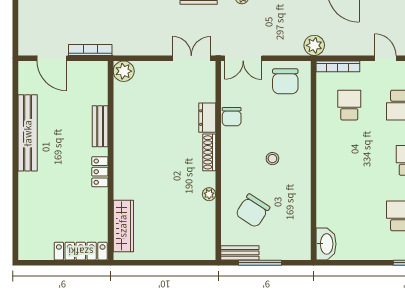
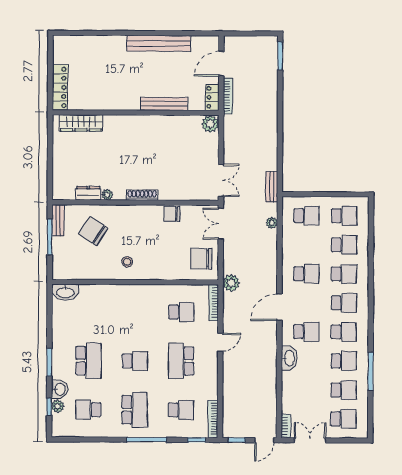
dresser: (207, 118) -> (88, 193), moved
bench: (100, 126) -> (164, 104), width x1.36
stool: (272, 159) -> (127, 262), moved
locker: (100, 172) -> (212, 97), moved, turned -90

